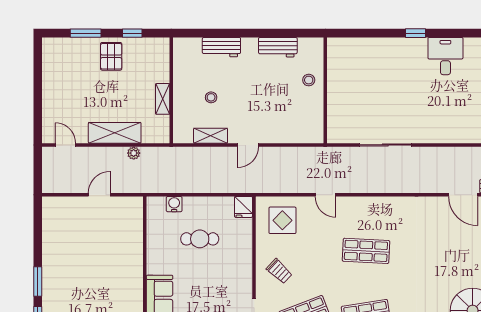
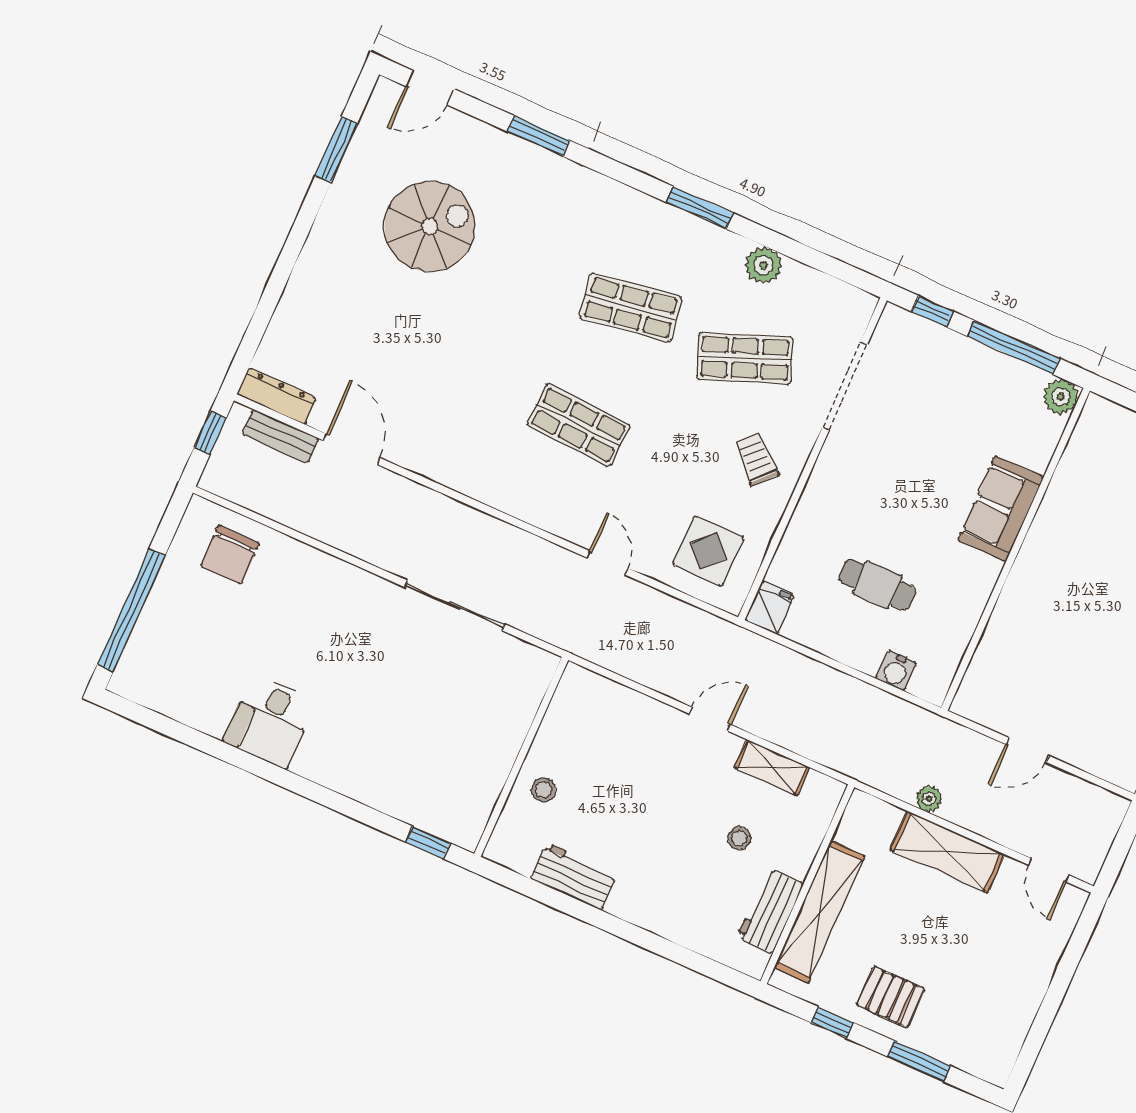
window: (415, 33) -> (428, 843), moved
workbench: (221, 47) -> (770, 911), moved, turned -90
pallet: (111, 56) -> (891, 997), turned 90
shelving: (163, 99) -> (819, 912), width x2.20, depth x1.33

